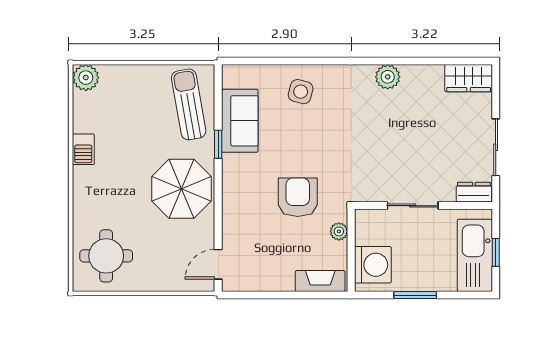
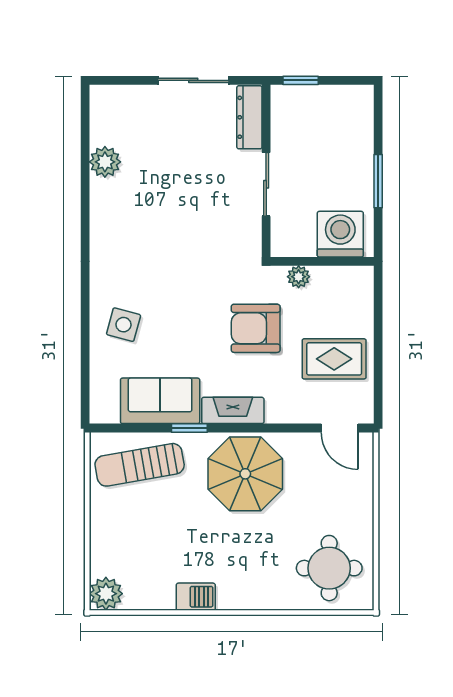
plant: (388, 77) -> (105, 162), moved
wardrobe: (469, 78) -> (107, 114), removed
dresser: (474, 192) -> (249, 117), width x1.44
window: (496, 252) -> (301, 80), moved
kitchen sink: (475, 255) -> (329, 106), removed
rug: (273, 260) -> (334, 359), added
fireplace: (320, 281) -> (233, 410), moved, turned 90

